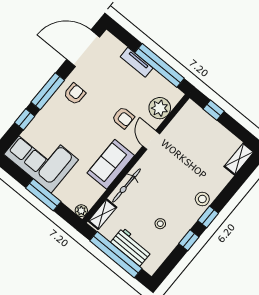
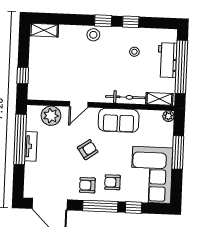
tv unit: (137, 62) -> (31, 146), moved
armchair: (61, 118) -> (112, 182), added
armchair: (123, 118) -> (88, 150), moved, turned 55

